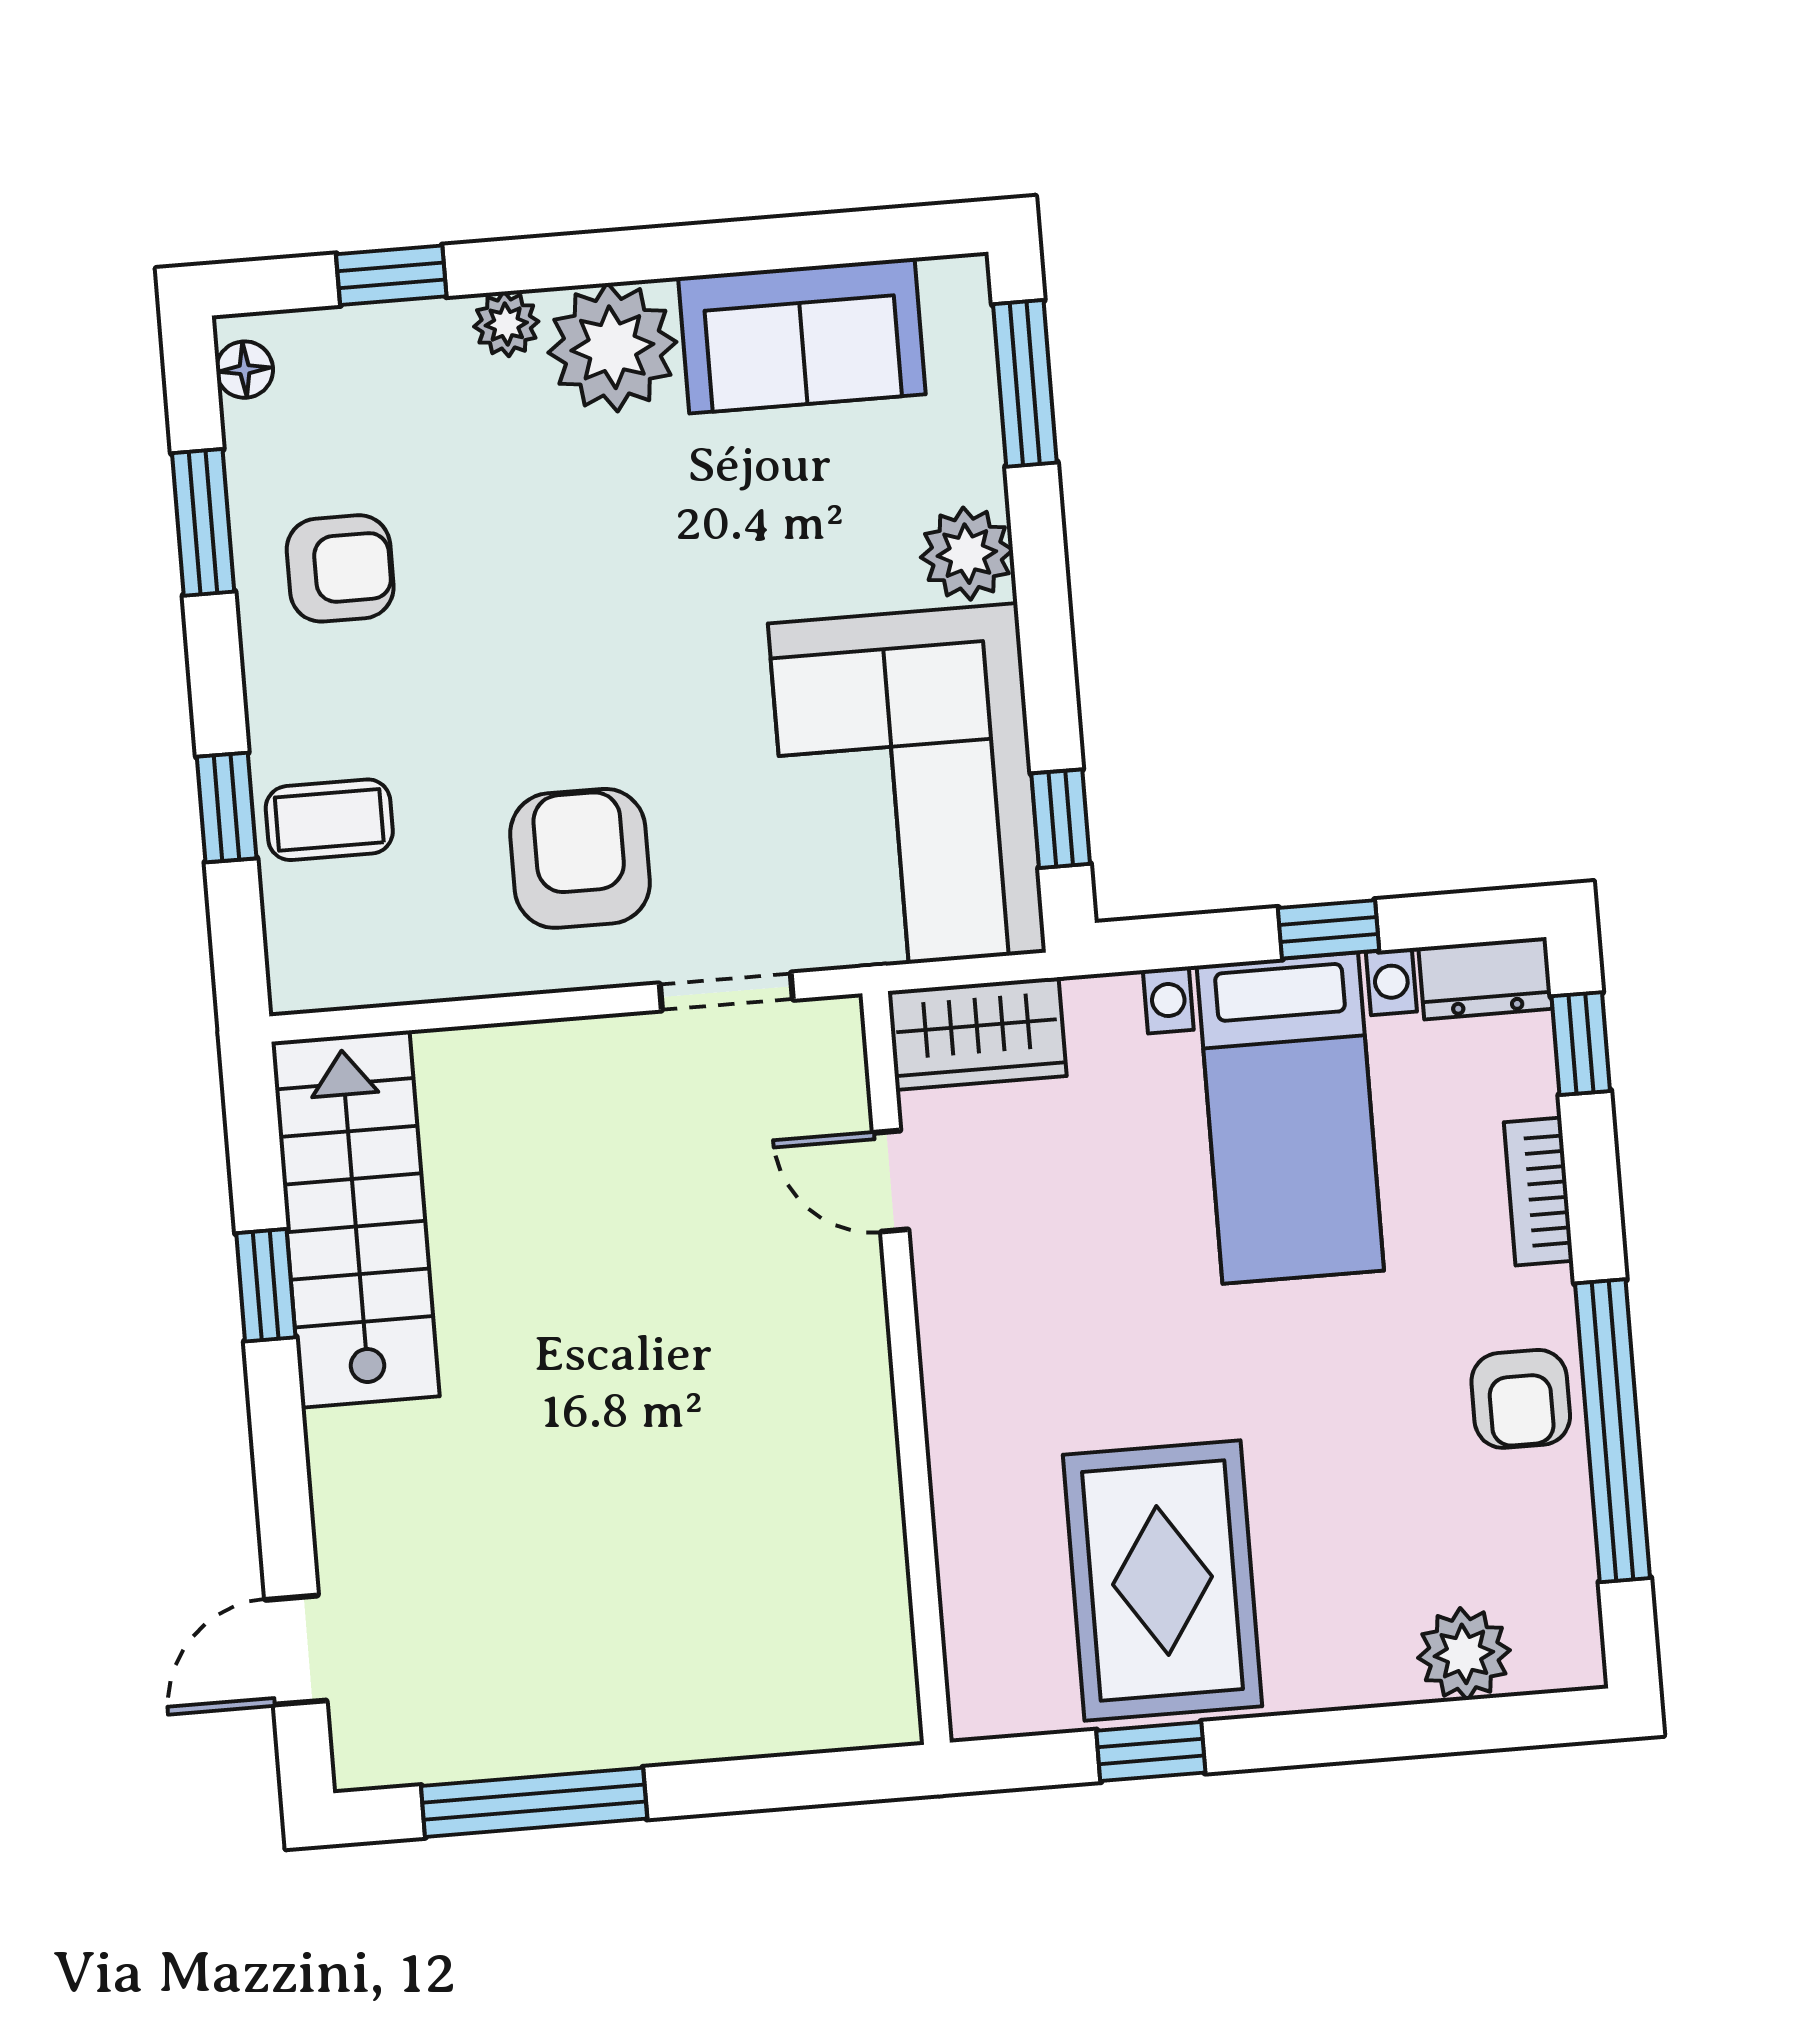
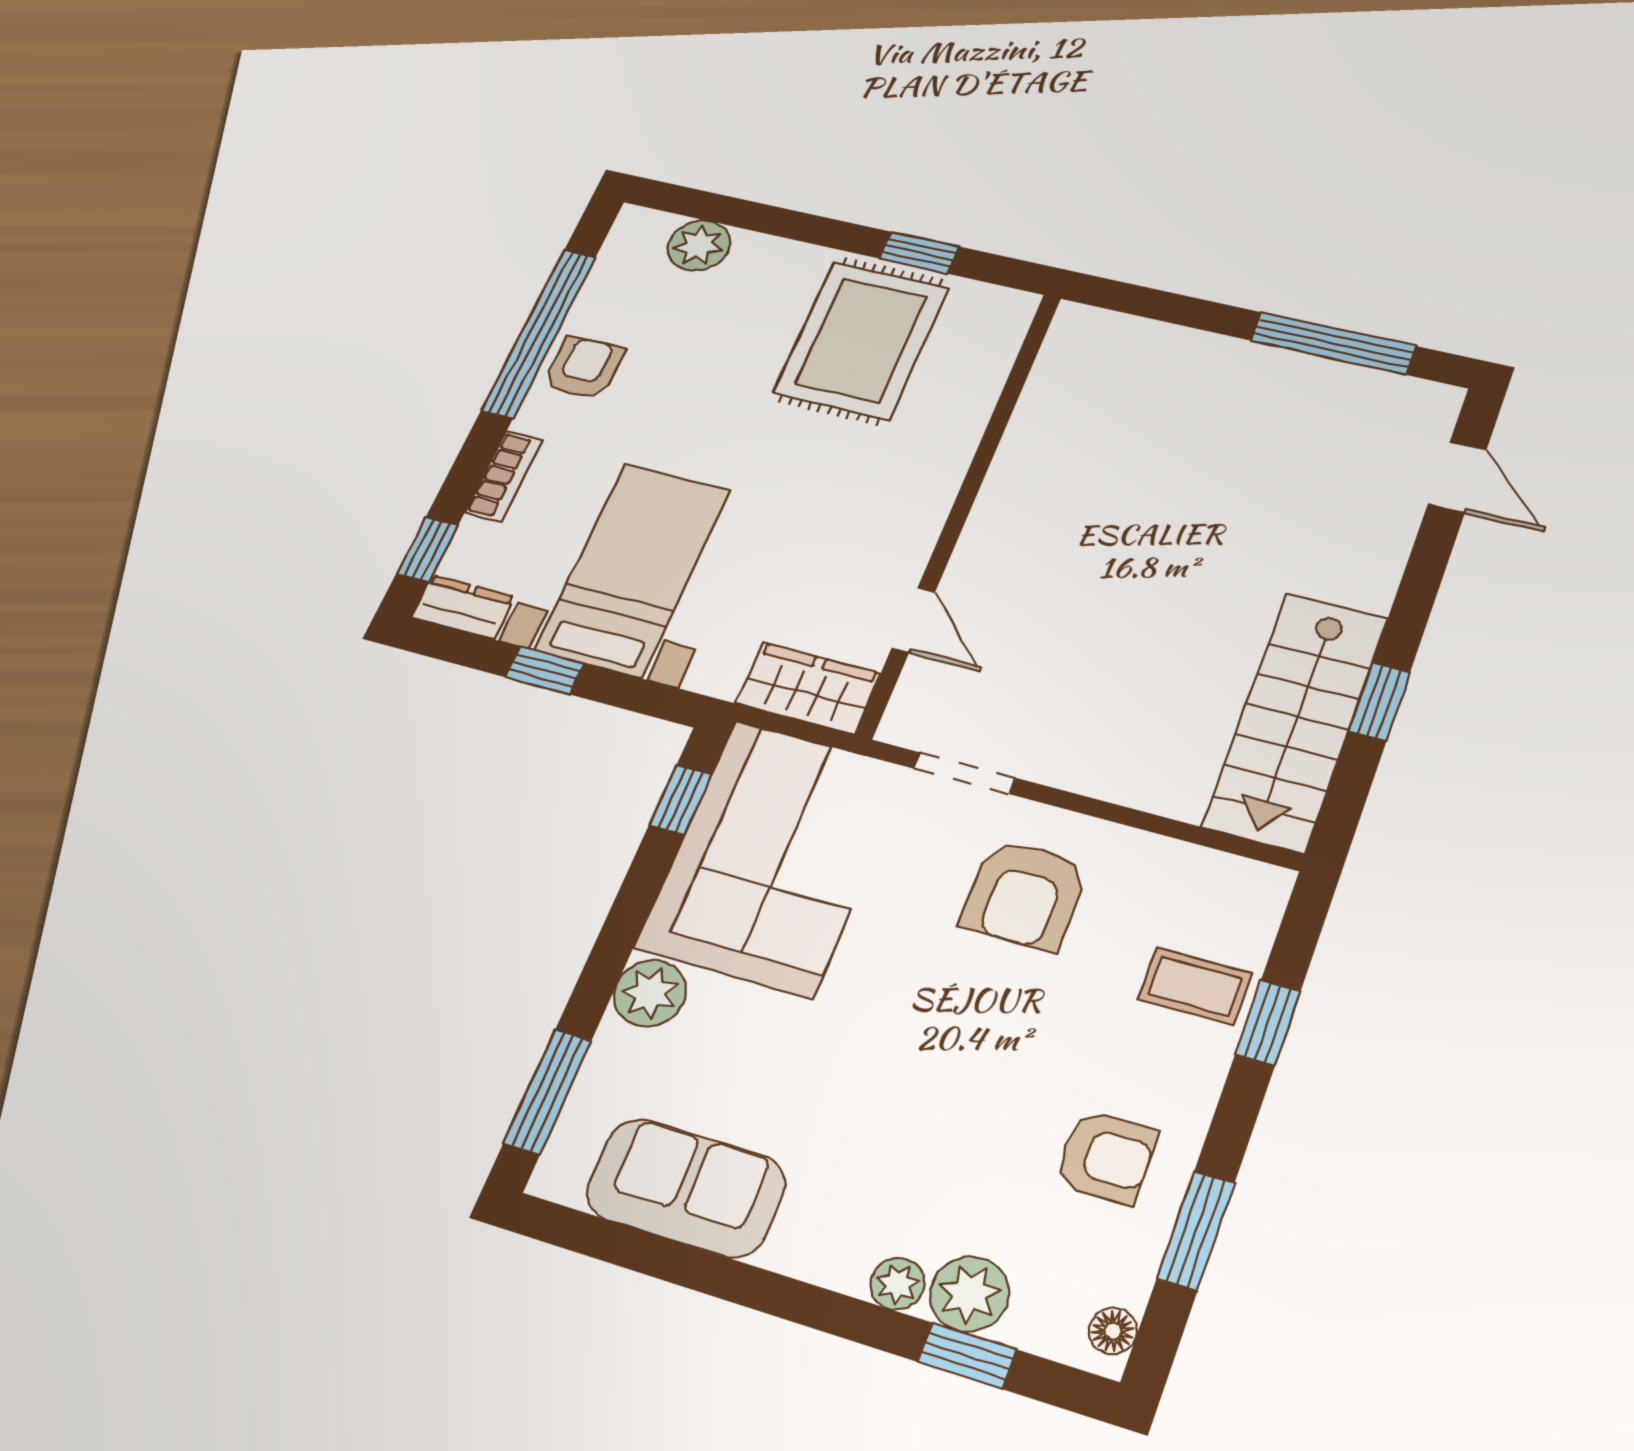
plant: (612, 347) -> (969, 1294), moved, width x0.73, depth x0.73
armchair: (340, 568) -> (1106, 1157), turned 180
door: (296, 1650) -> (1457, 477), hinge flipped

